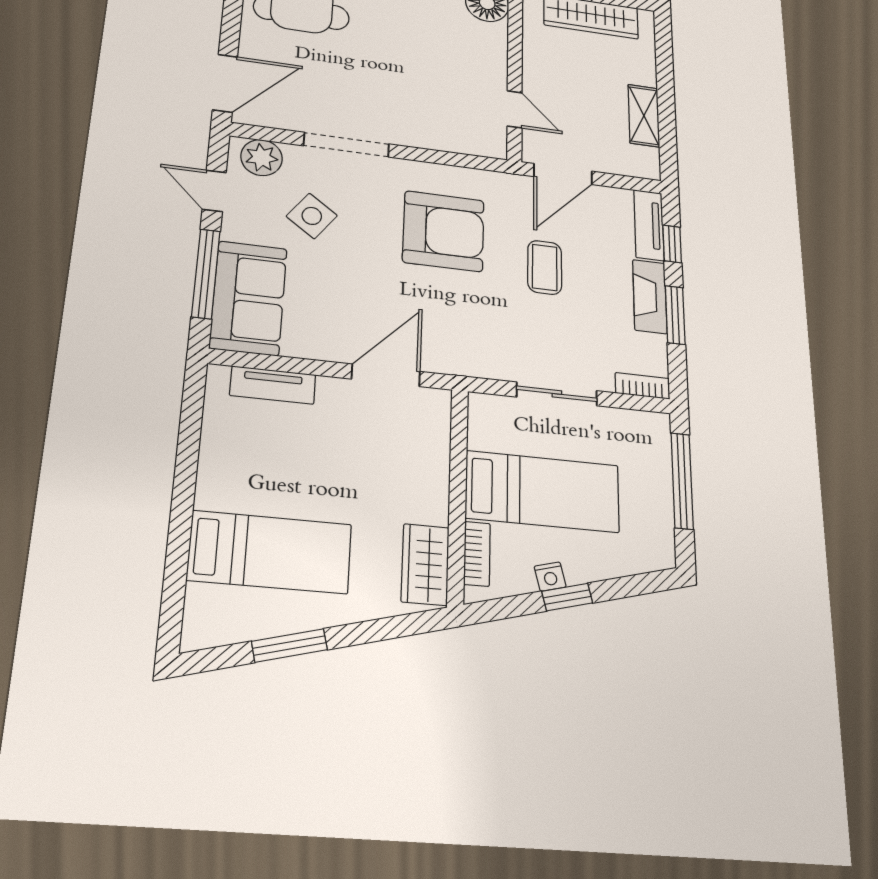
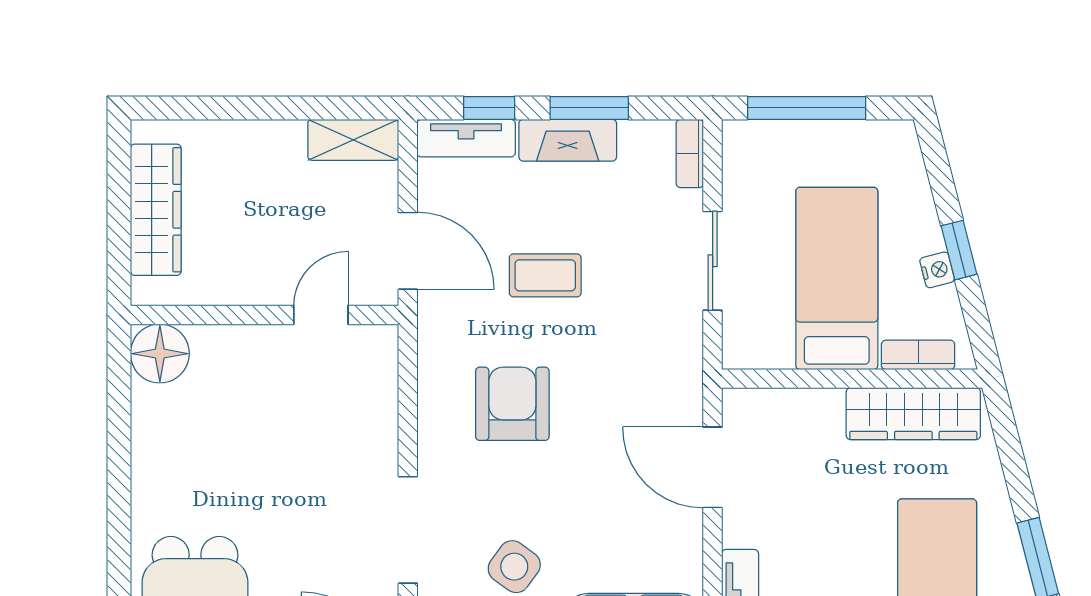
shelving: (644, 116) -> (353, 140), moved
armchair: (444, 231) -> (512, 404), width x0.73, depth x0.73
wardrobe: (425, 564) -> (913, 414), width x1.50

